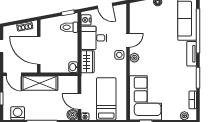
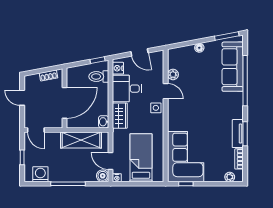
door: (128, 40) -> (166, 91), hinge flipped
door: (39, 50) -> (64, 103), swing flipped
tv unit: (192, 54) -> (238, 134), moved
plant: (134, 58) -> (173, 74), moved
shelving: (39, 83) -> (81, 140), moved

